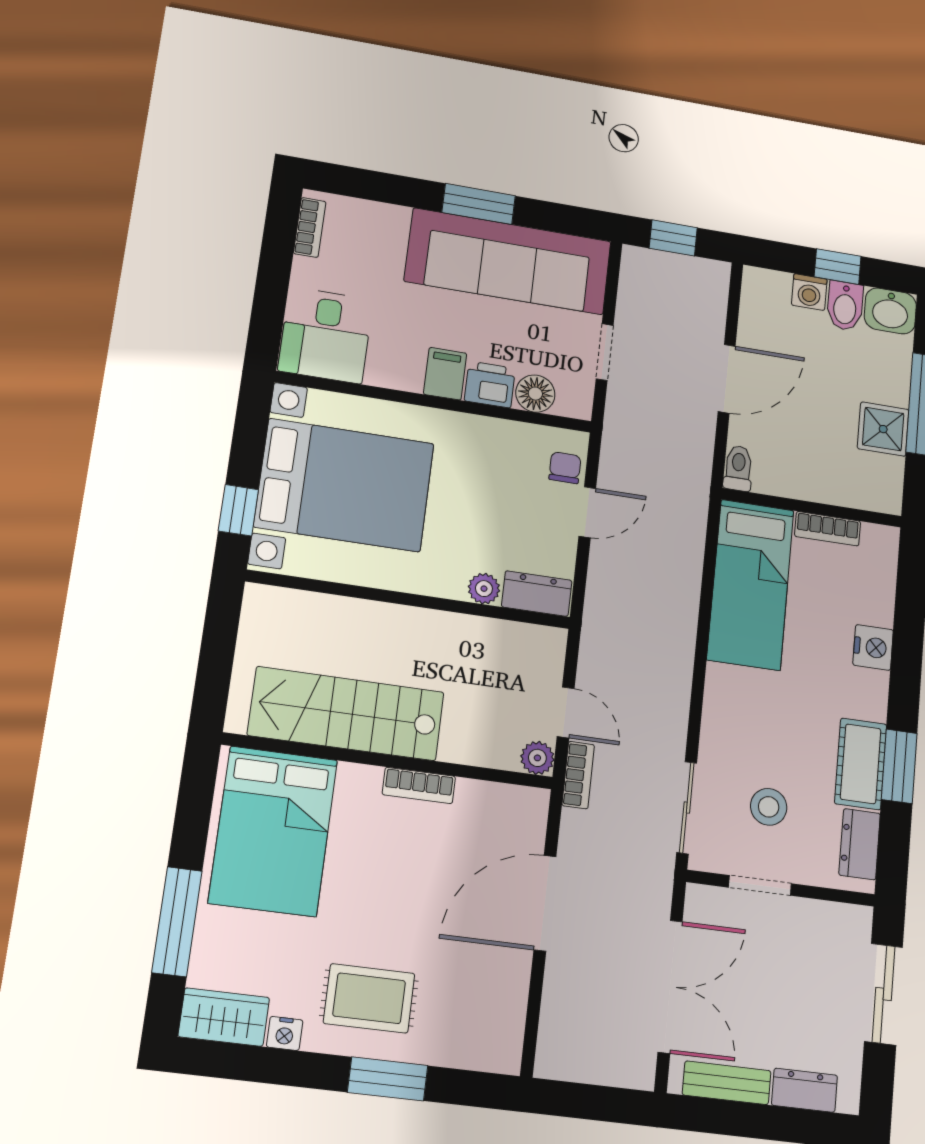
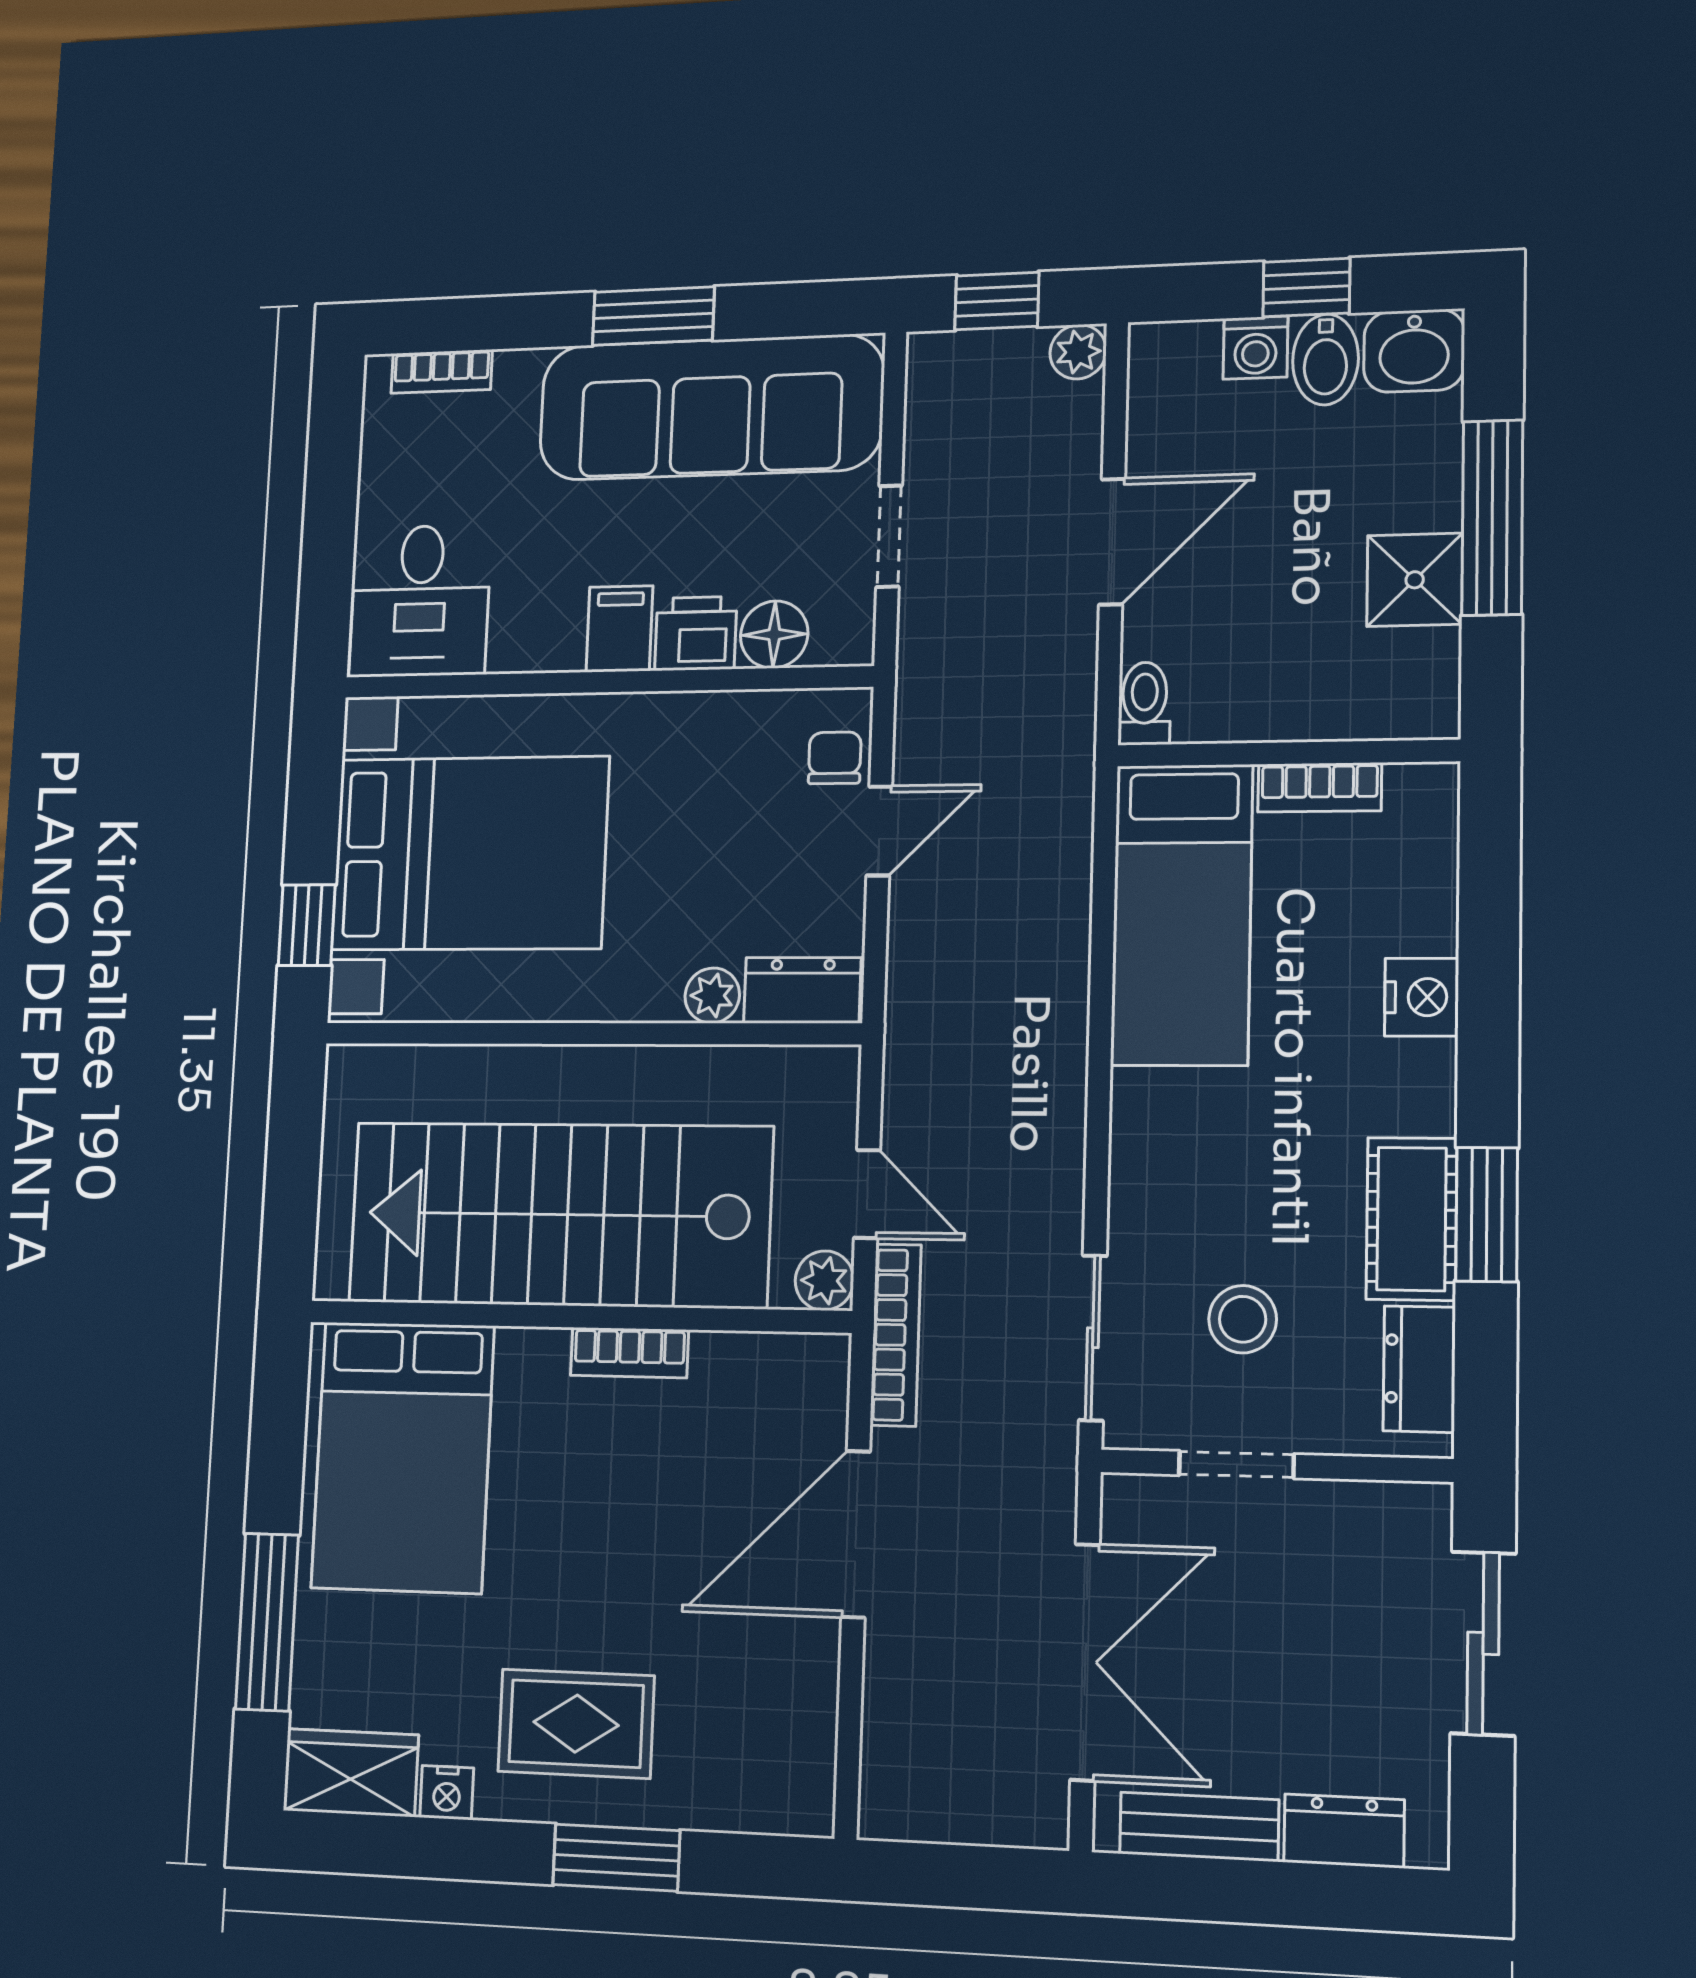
bookcase: (310, 227) -> (442, 371), moved, turned 90
plant: (715, 274) -> (1078, 352), added
stairs: (346, 714) -> (559, 1215), width x1.36, depth x1.51
bookcase: (578, 775) -> (896, 1335), width x1.56

